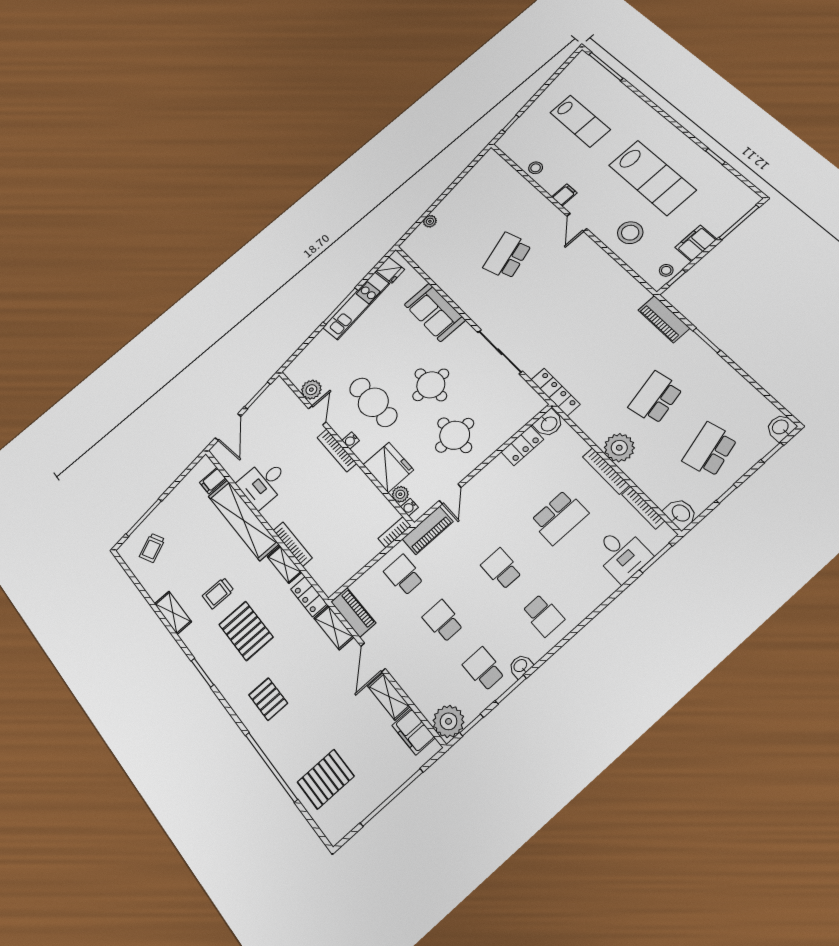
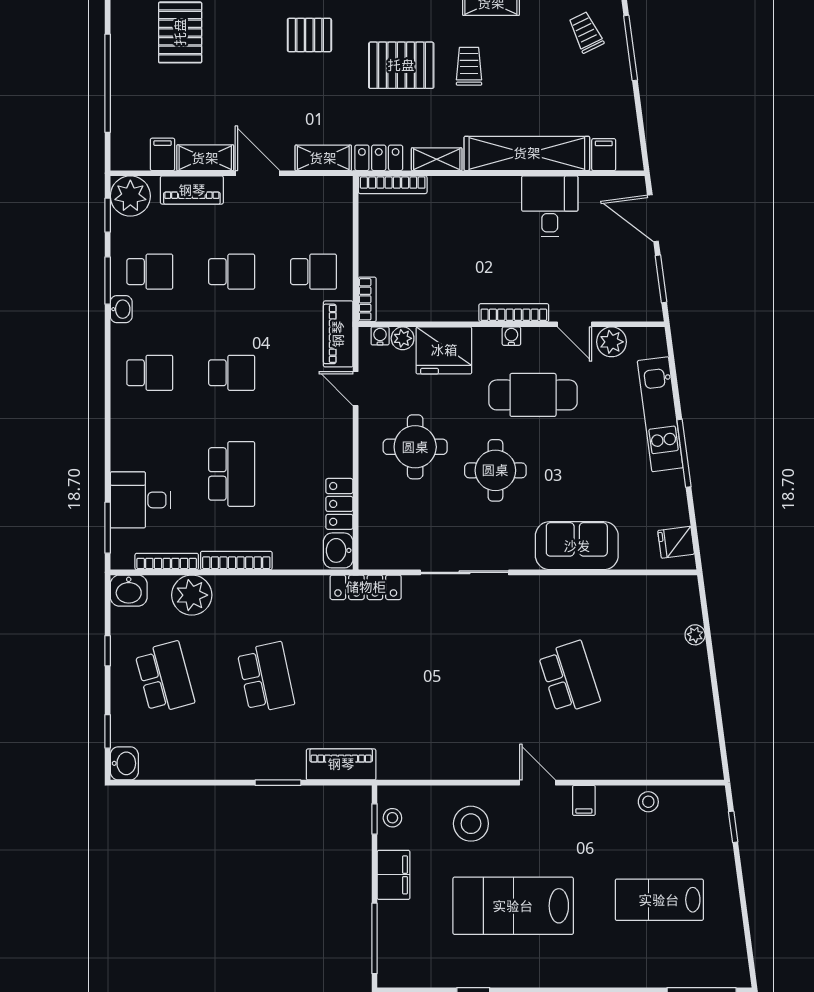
kitchen unit: (356, 306) -> (660, 414), moved
plant: (619, 448) -> (192, 595), moved
school desk: (559, 517) -> (232, 474), turned 180
bookcase: (293, 544) -> (393, 185), moved
piano: (353, 612) -> (192, 190), moved
school desk: (543, 615) -> (150, 373), turned 180
filing cabinet: (414, 732) -> (162, 154), width x0.50

